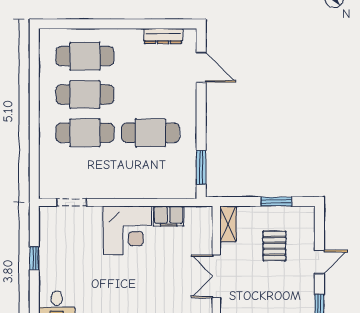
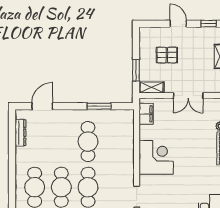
window: (201, 167) -> (99, 106), moved
window: (276, 202) -> (136, 70), moved
filing cabinet: (169, 216) -> (146, 114), moved

